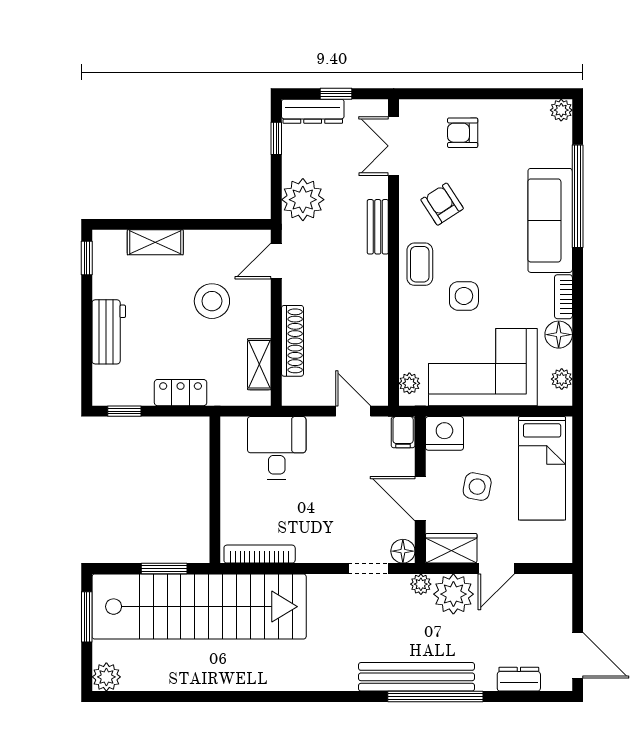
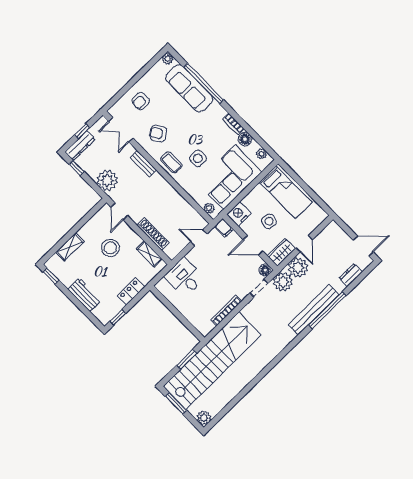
sofa: (550, 220) -> (189, 88), moved
bookcase: (260, 554) -> (226, 310), moved
plant: (421, 584) -> (283, 282), width x1.87, depth x1.87

